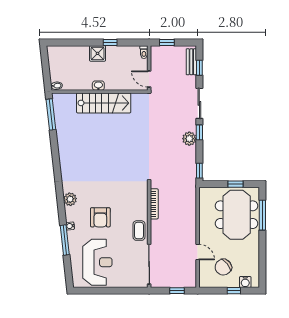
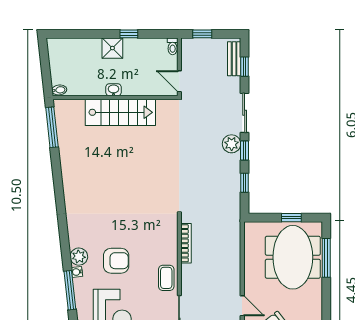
plant: (189, 139) -> (232, 144), moved
window: (199, 171) -> (245, 183), moved
plant: (70, 199) -> (79, 257), moved
armchair: (100, 217) -> (116, 261), turned -90

